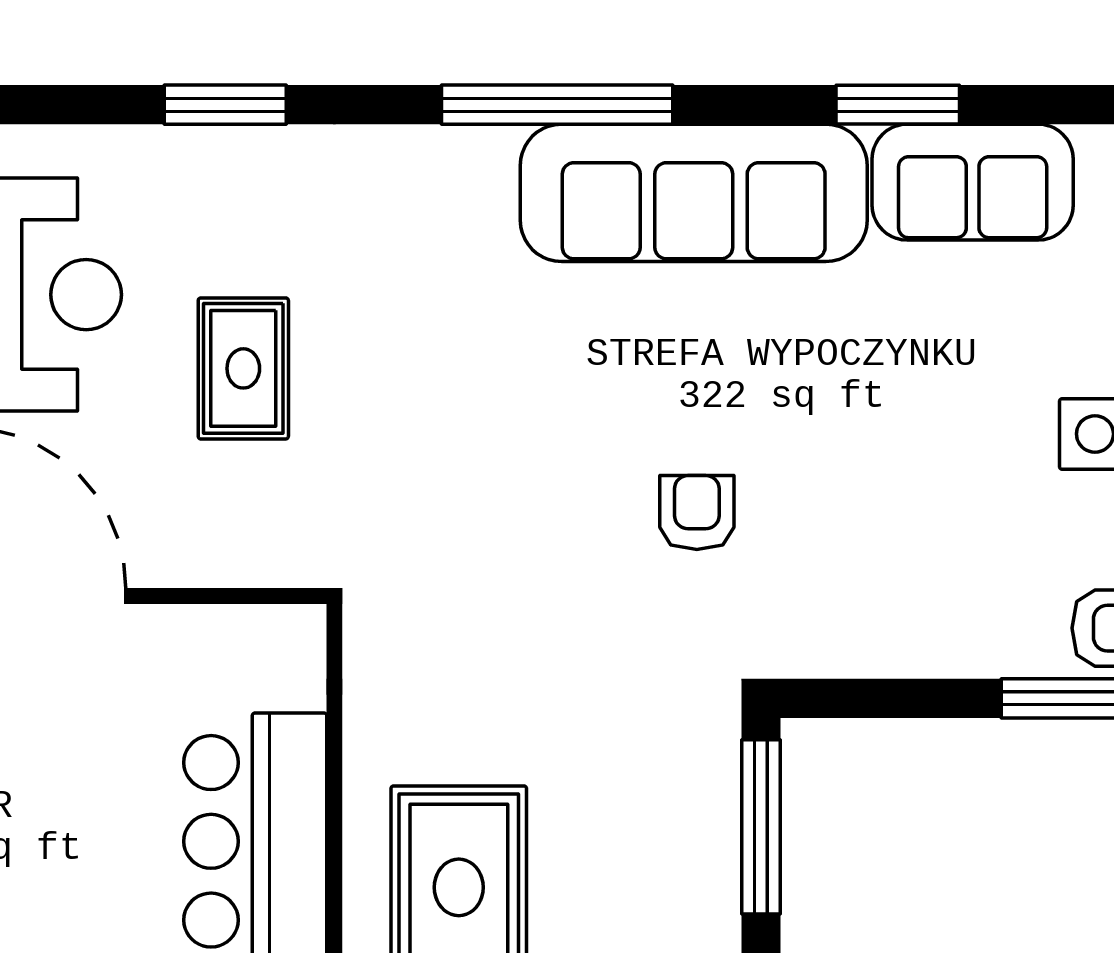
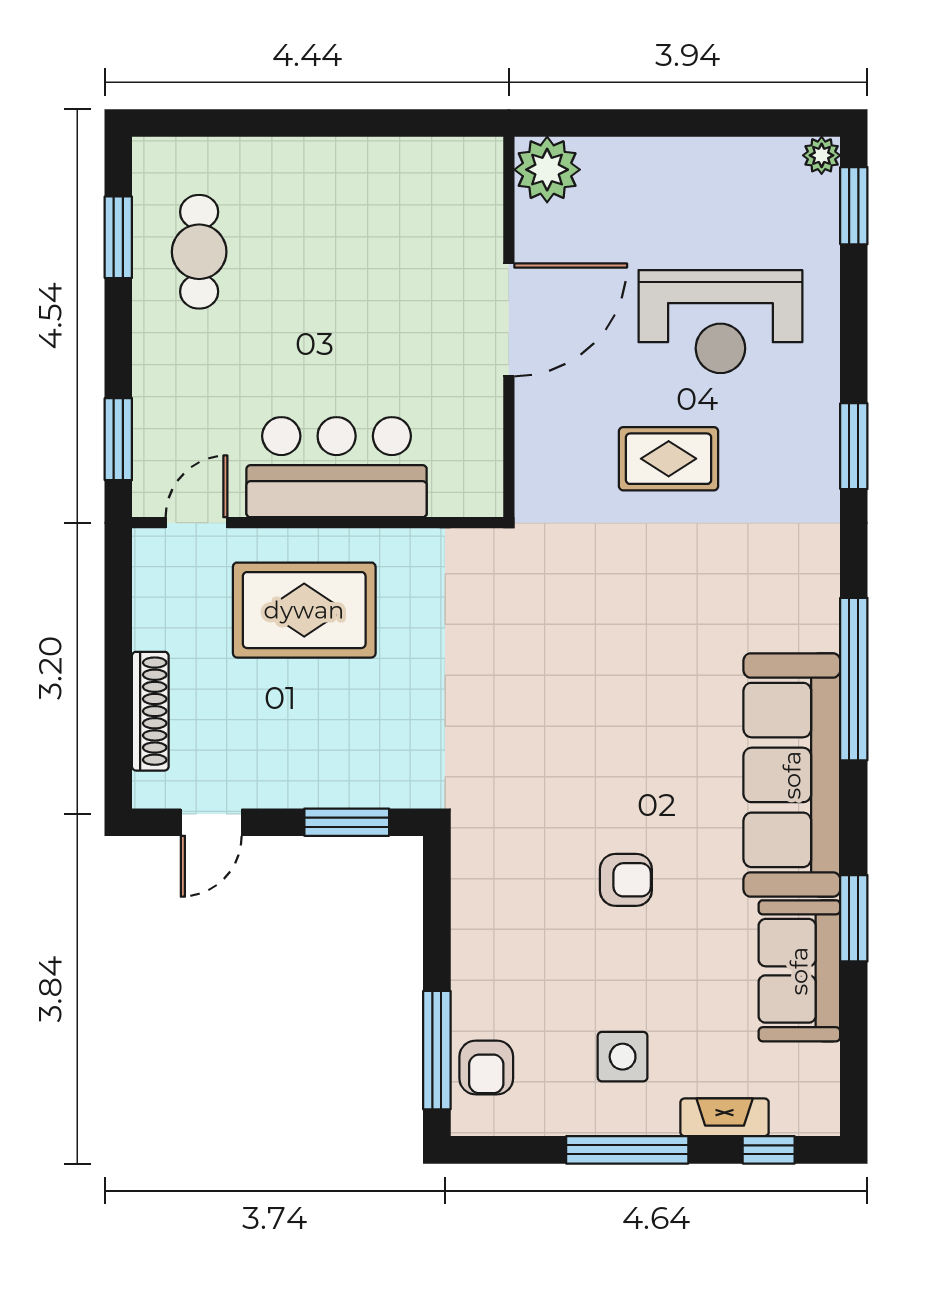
armchair: (697, 512) -> (626, 880), moved
window: (761, 827) -> (347, 822), width x0.69

